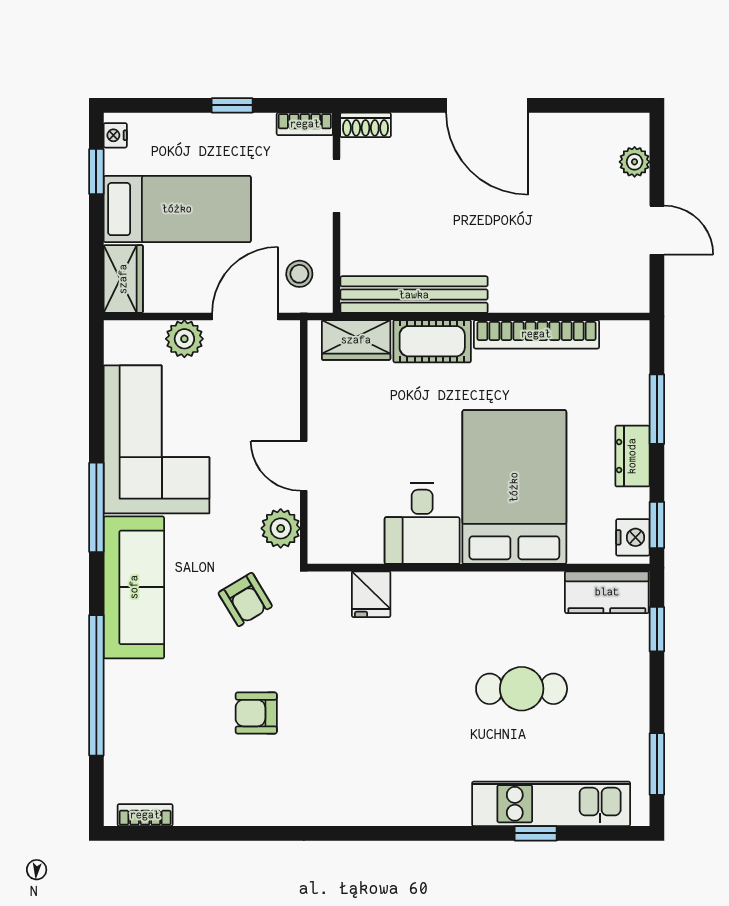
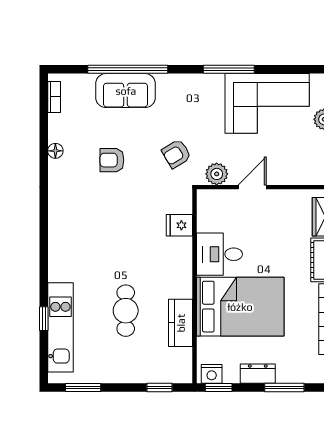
sofa: (134, 587) -> (126, 91), moved, width x0.73
kitchen counter: (607, 592) -> (181, 323), moved
armchair: (256, 713) -> (112, 160), turned -90
floor lamp: (240, 813) -> (55, 151), added

